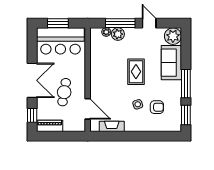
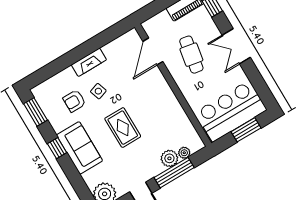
sofa: (171, 63) -> (80, 148), moved
double door: (32, 80) -> (236, 46), width x0.73
window: (186, 84) -> (57, 148), width x0.46
door: (88, 109) -> (153, 51), hinge flipped
fireplace: (112, 126) -> (89, 62), moved

